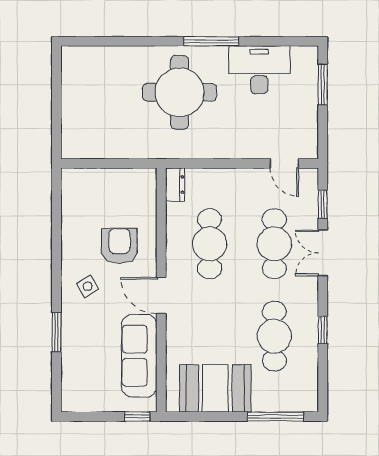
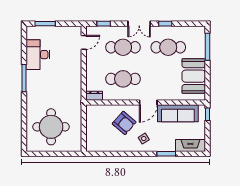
round table: (179, 92) -> (51, 127), moved
armchair: (119, 246) -> (124, 123), turned -139
double door: (323, 253) -> (139, 24), moved
fireplace: (73, 382) -> (190, 145), added

